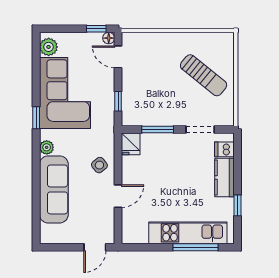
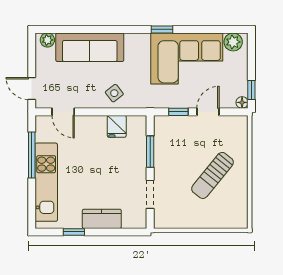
door: (118, 57) -> (208, 112), moved
sun lounger: (204, 75) -> (213, 175), moved
fridge: (131, 144) -> (117, 126), moved, turned -90
plant: (47, 147) -> (47, 40), moved
dishwasher: (224, 149) -> (130, 219), removed
door: (118, 196) -> (63, 112), moved
window: (196, 247) -> (32, 155), moved

